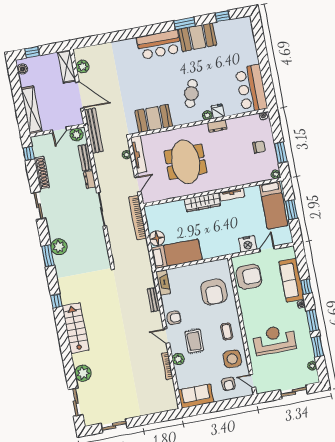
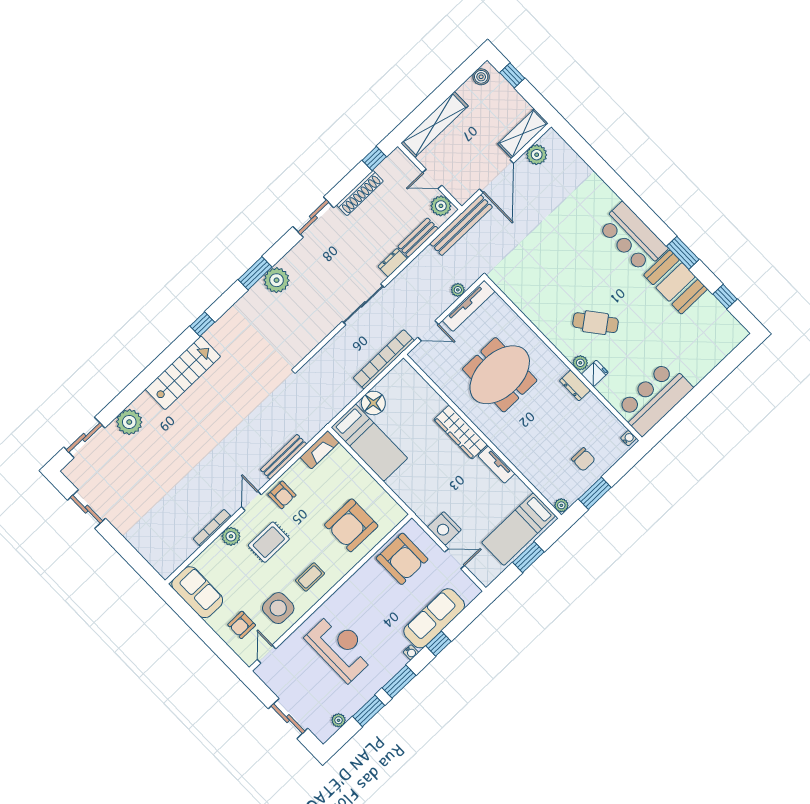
cafe table: (191, 93) -> (596, 323), turned 34
booth: (154, 119) -> (530, 295), removed
bench: (154, 300) -> (284, 457), width x1.36

